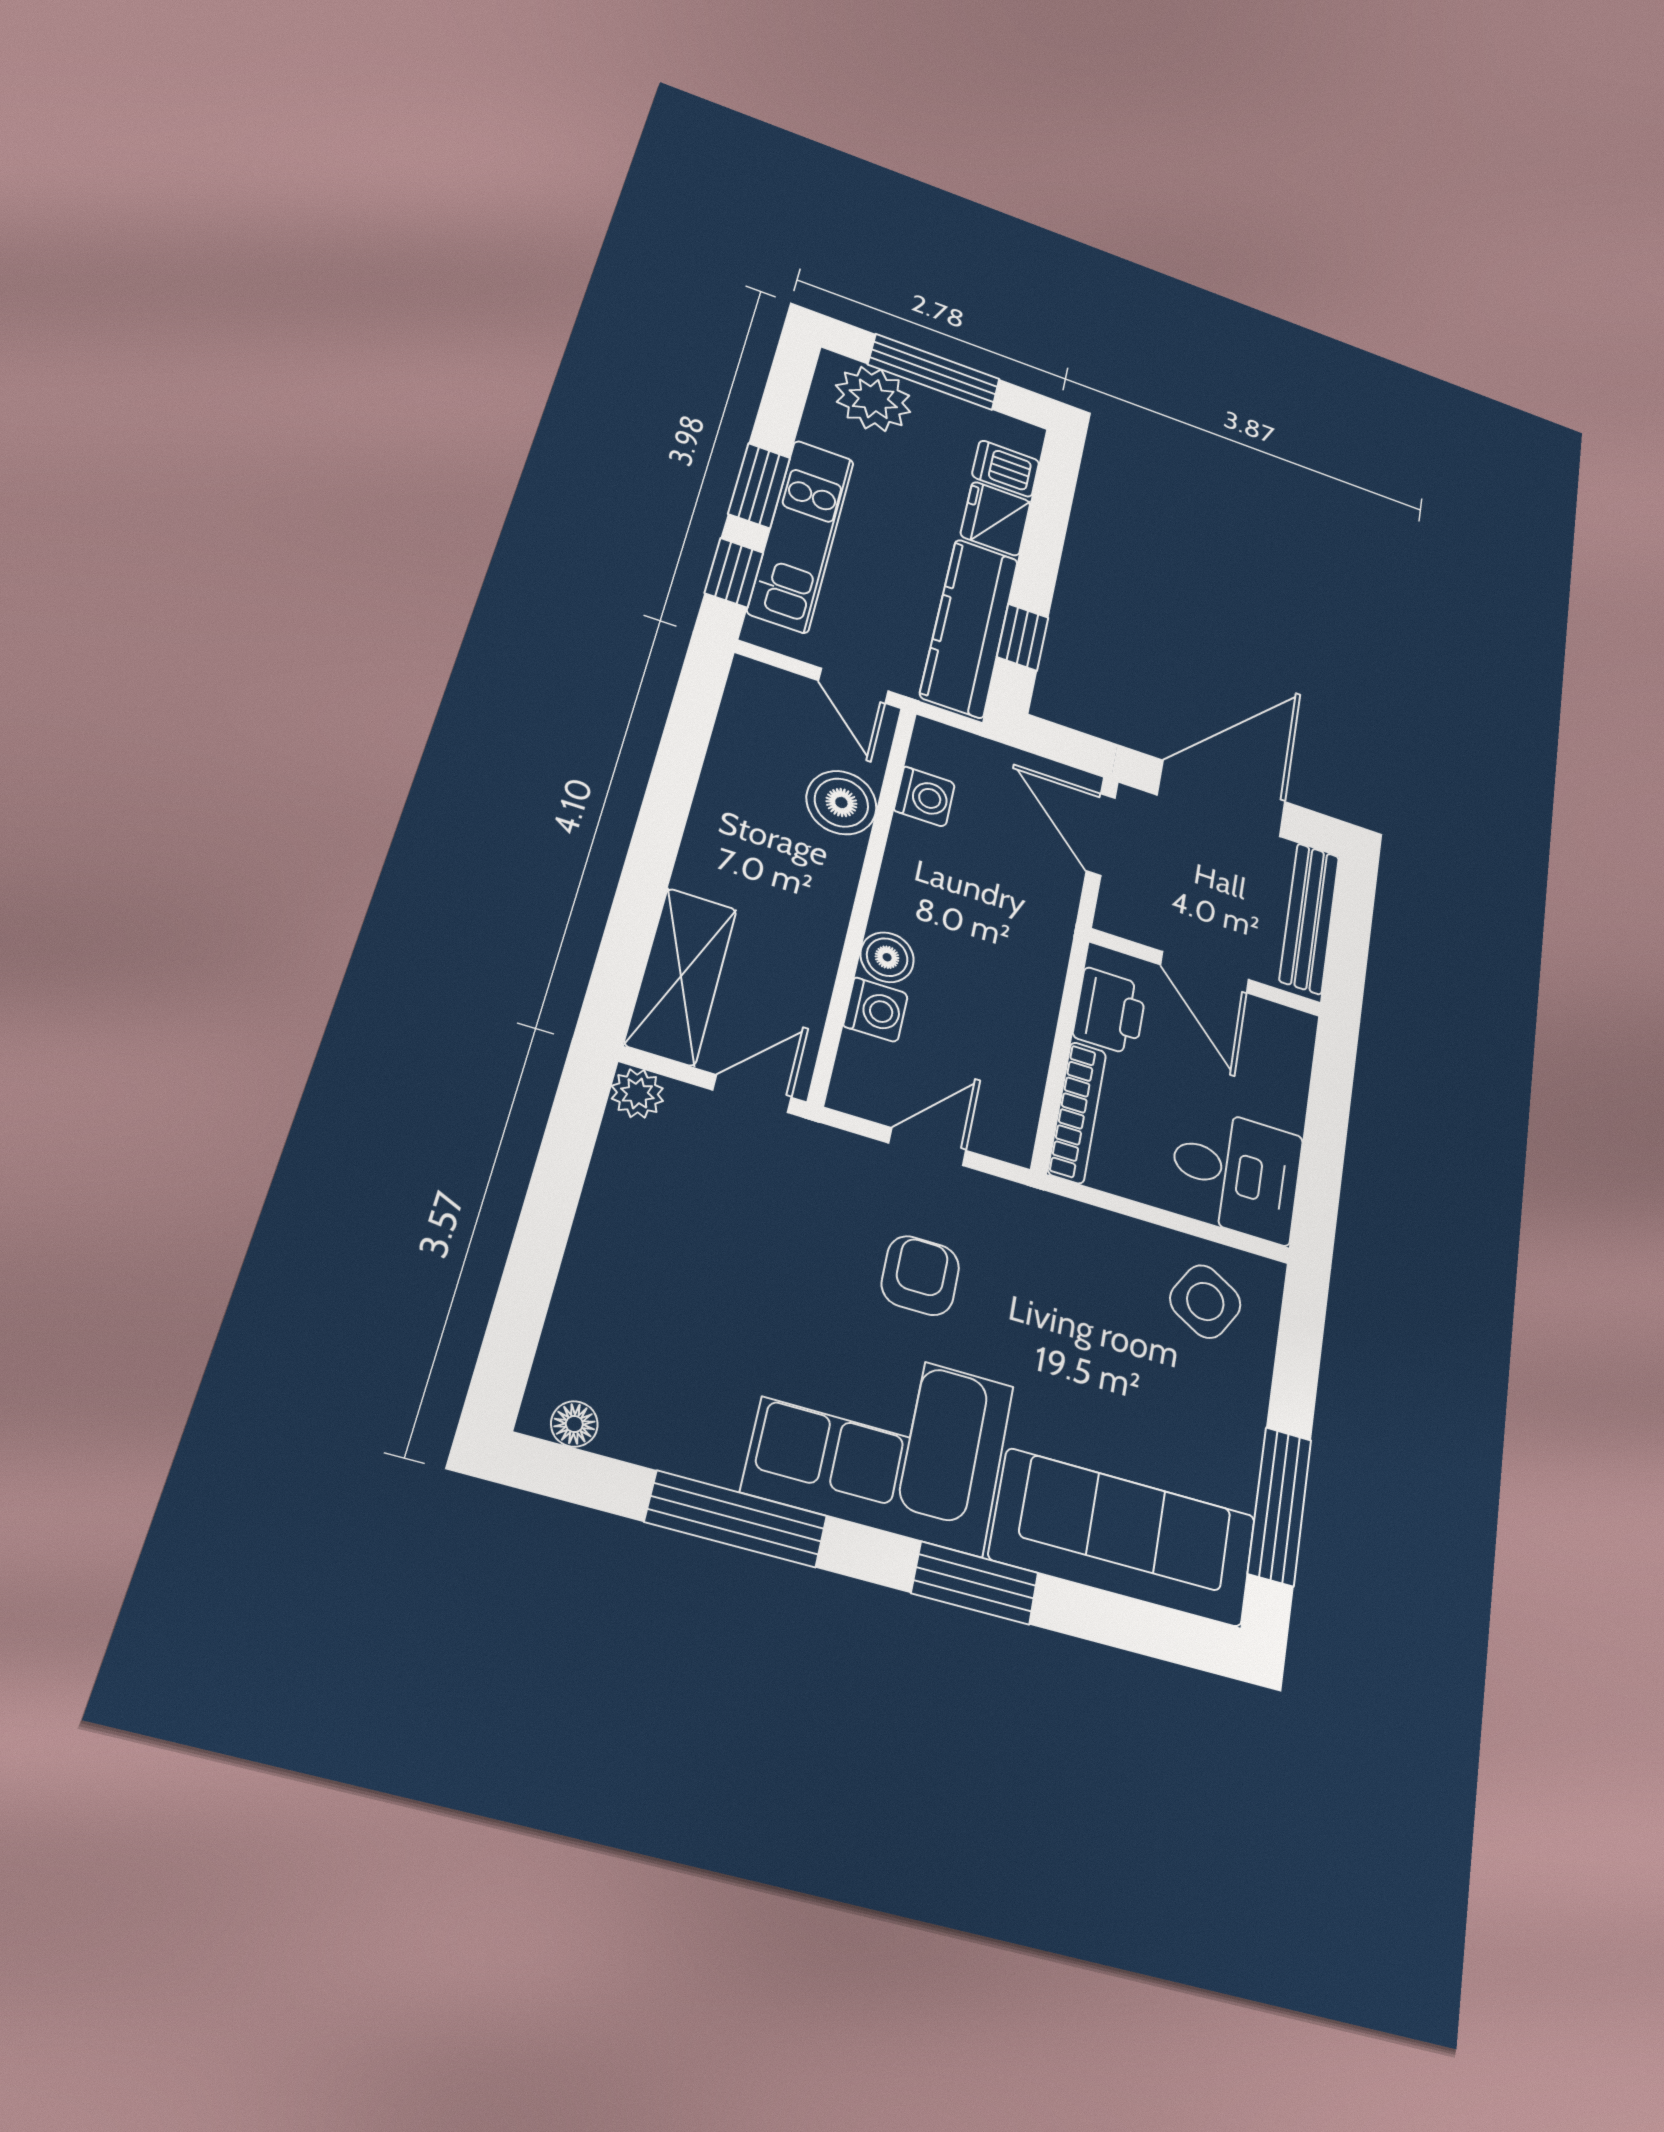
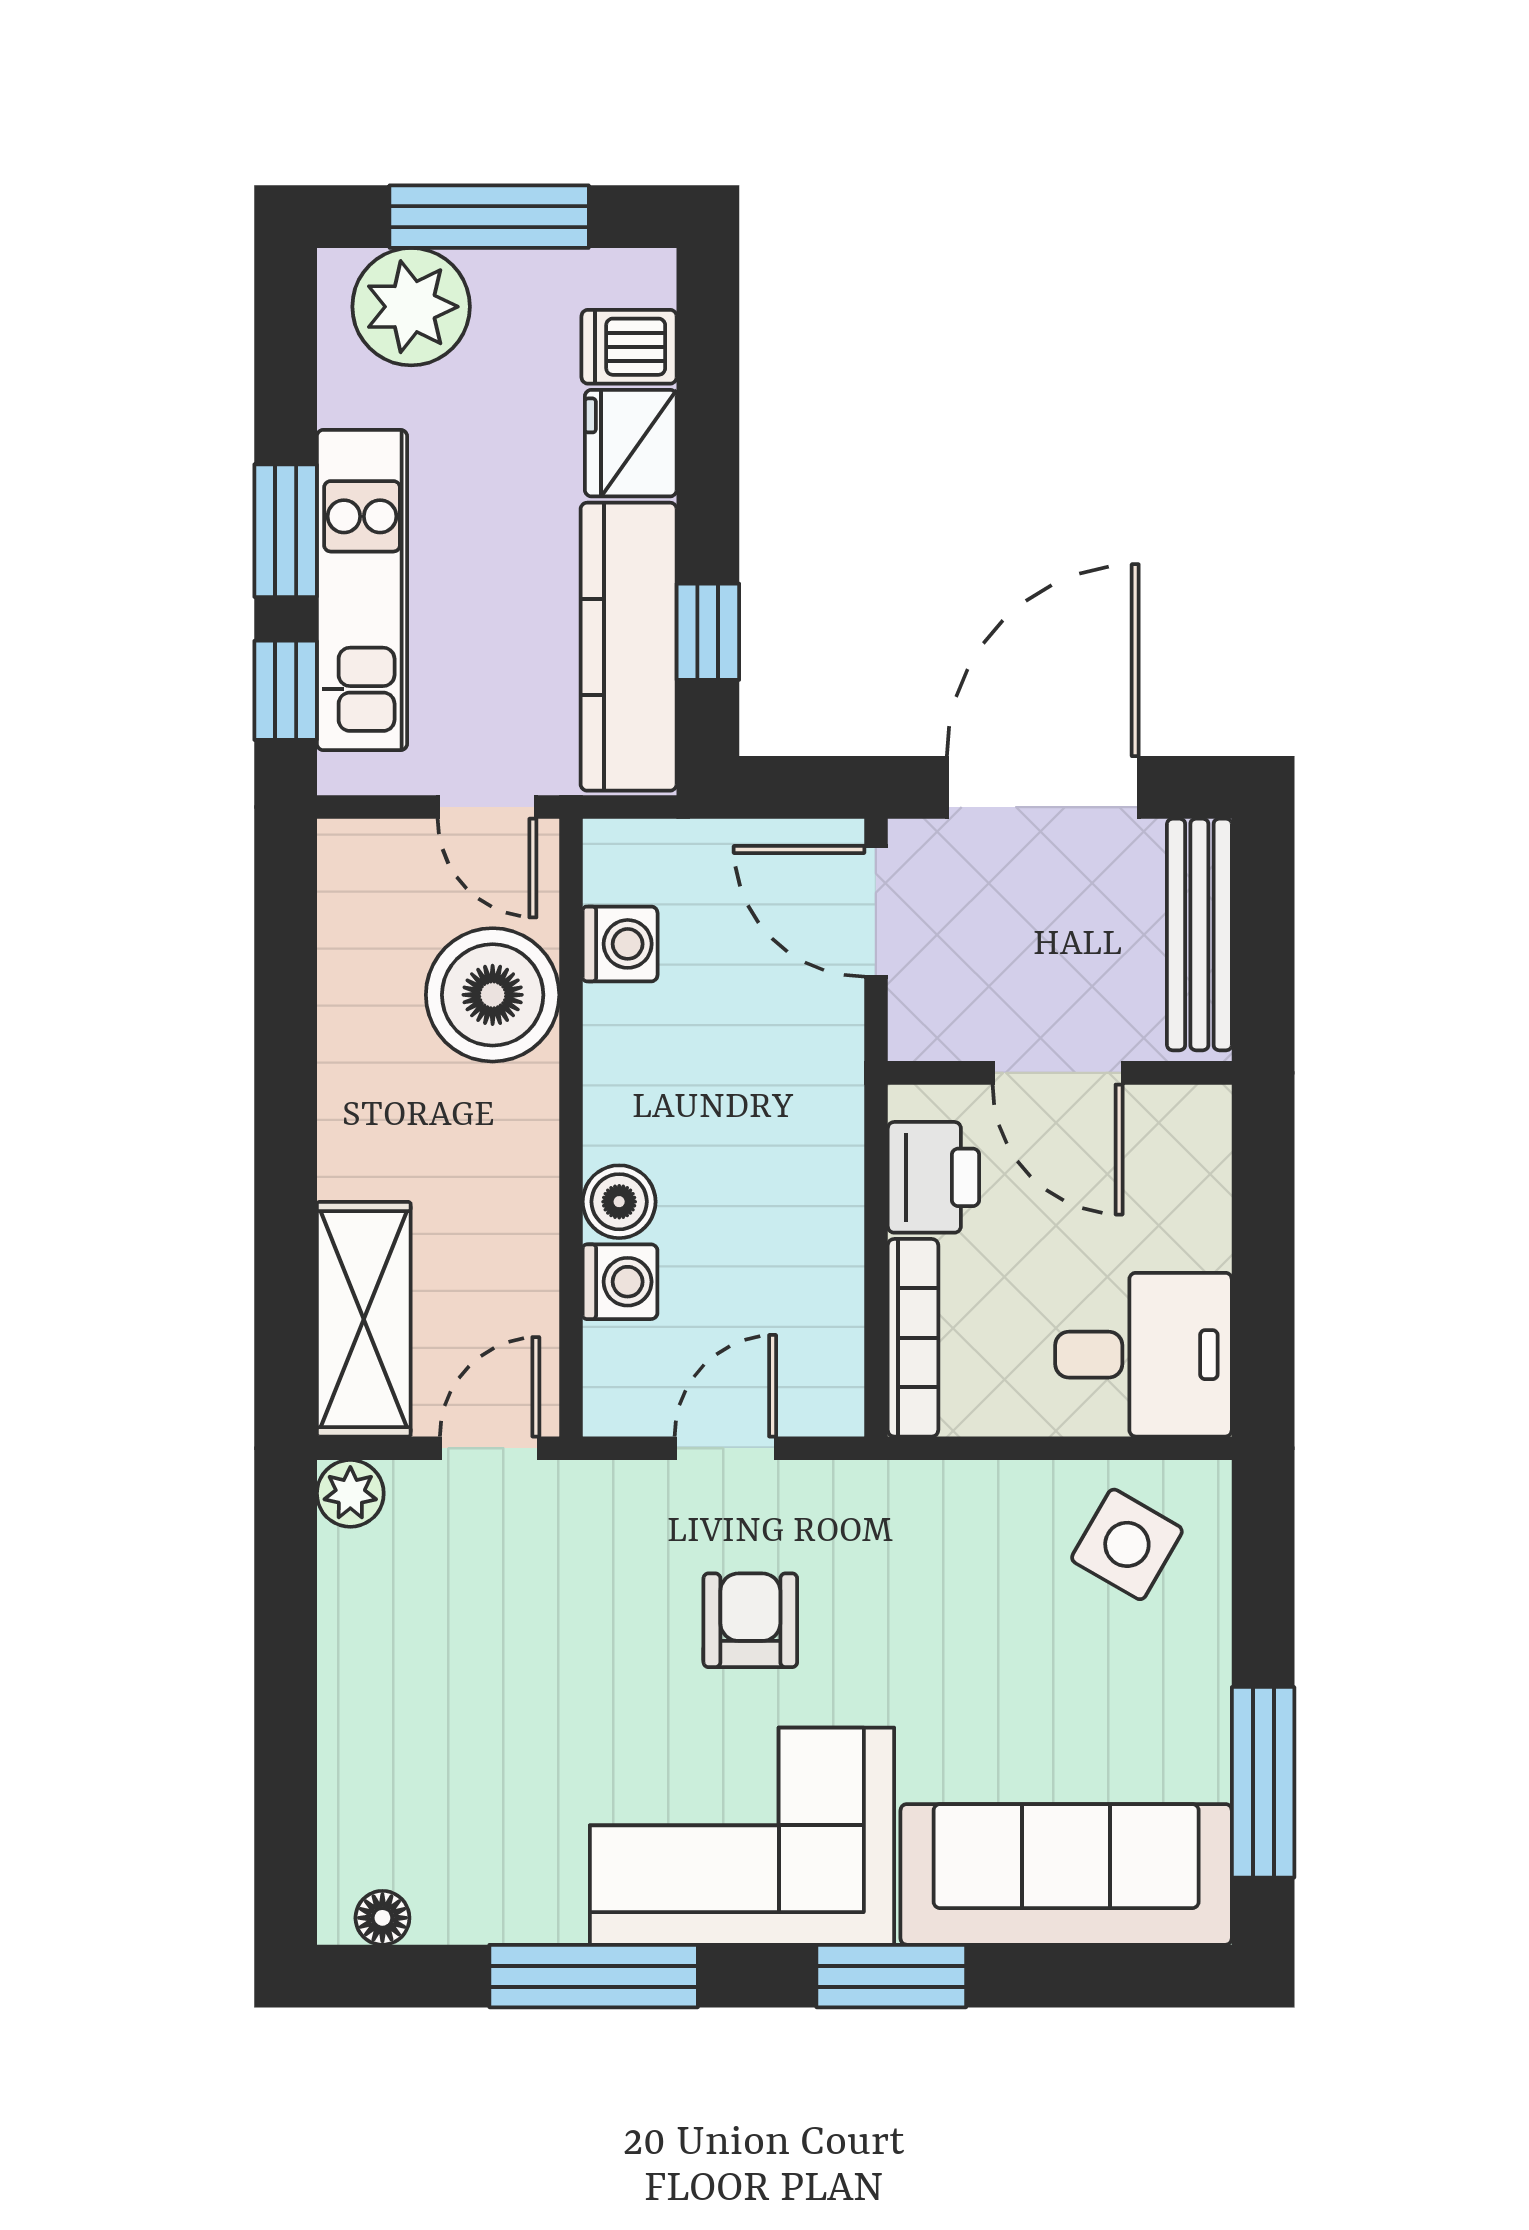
boiler: (841, 803) -> (493, 995), width x1.37, depth x1.37

